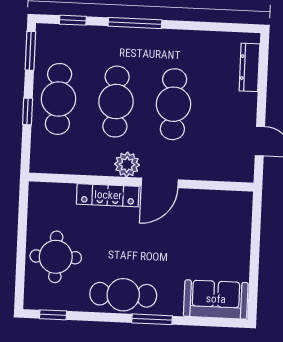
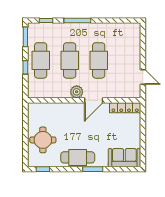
dresser: (249, 67) -> (136, 40), removed
locker: (108, 195) -> (125, 108), moved

